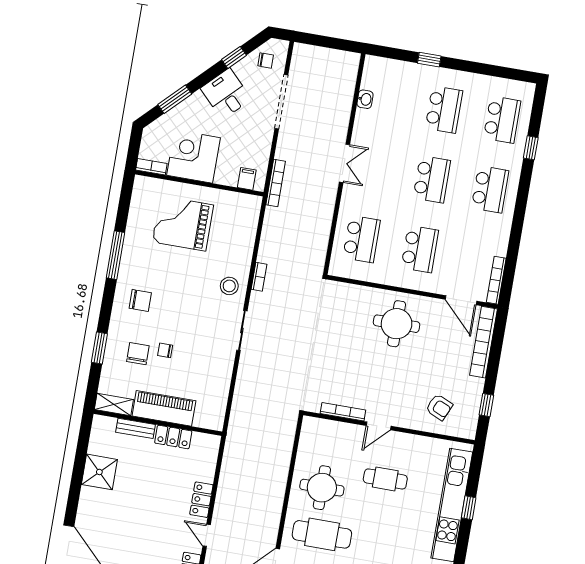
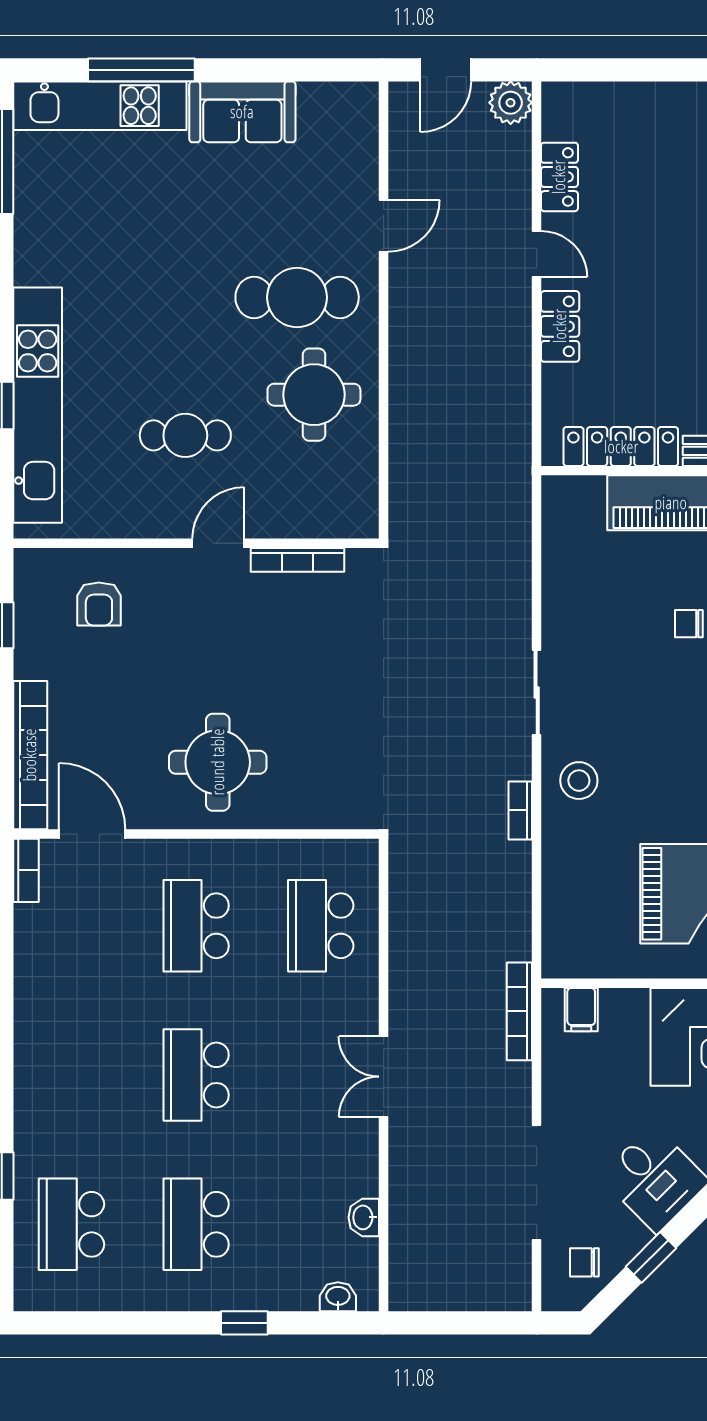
washbasin: (383, 64) -> (338, 1297), added
school desk: (490, 189) -> (72, 1075), removed
bookcase: (496, 280) -> (26, 870), width x0.64
chair: (165, 350) -> (689, 624), turned 180
armchair: (439, 407) -> (99, 604), turned -114
locker: (173, 437) -> (621, 447), width x1.53

